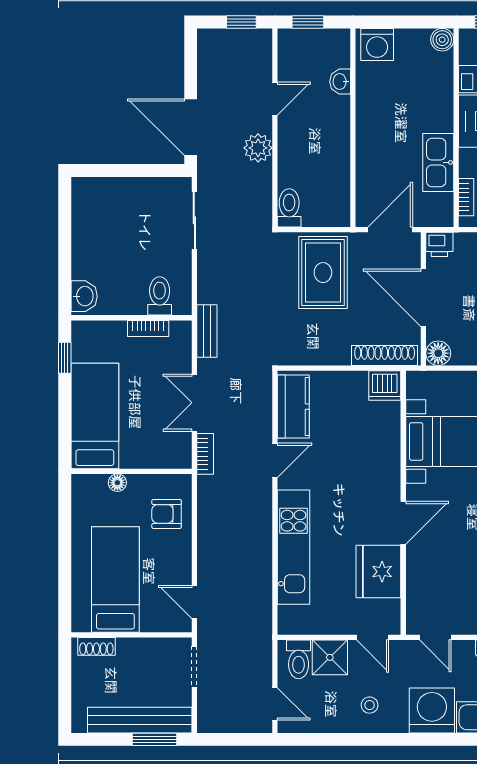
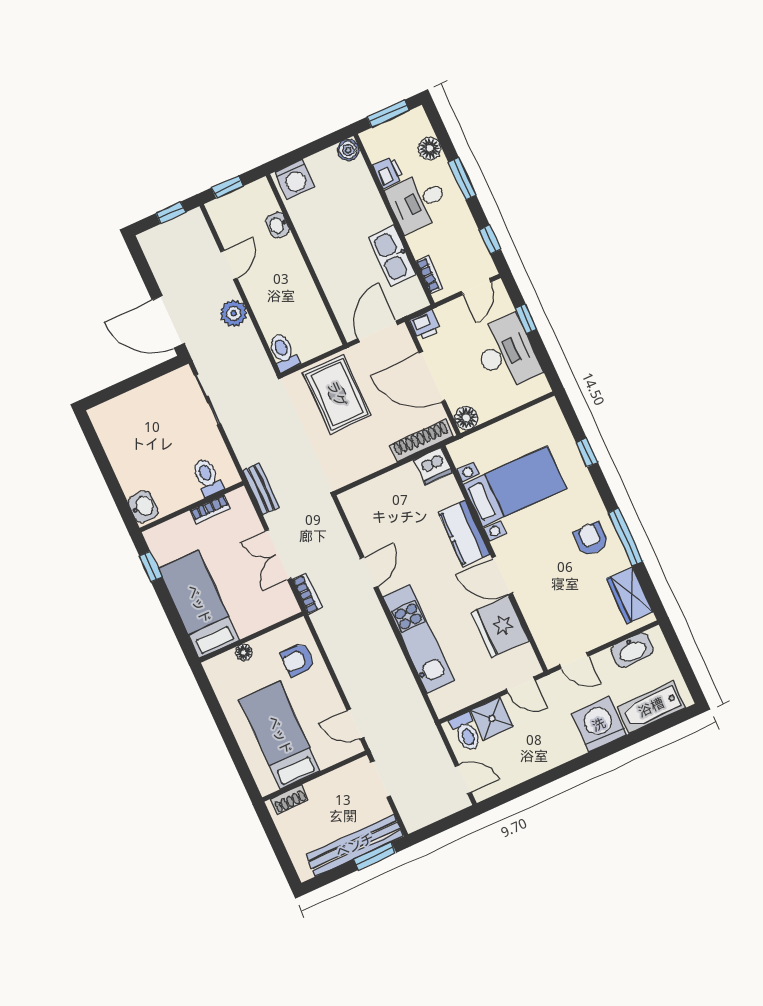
kitchen counter: (293, 407) -> (464, 534), moved, turned 180
door: (403, 523) -> (502, 576), swing flipped
stool: (370, 705) -> (544, 744), removed

